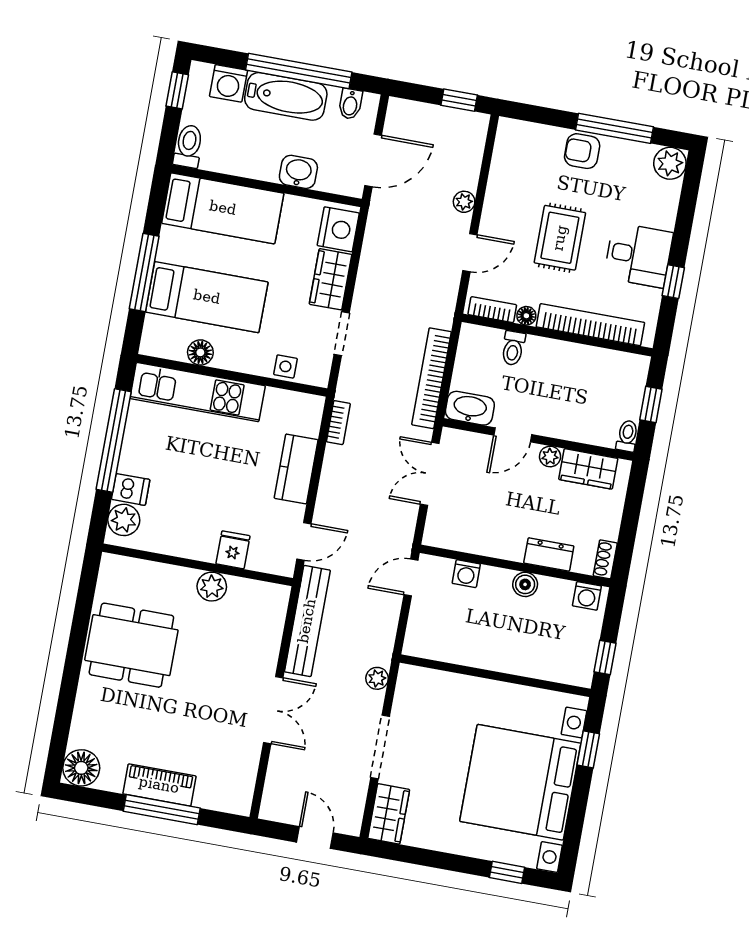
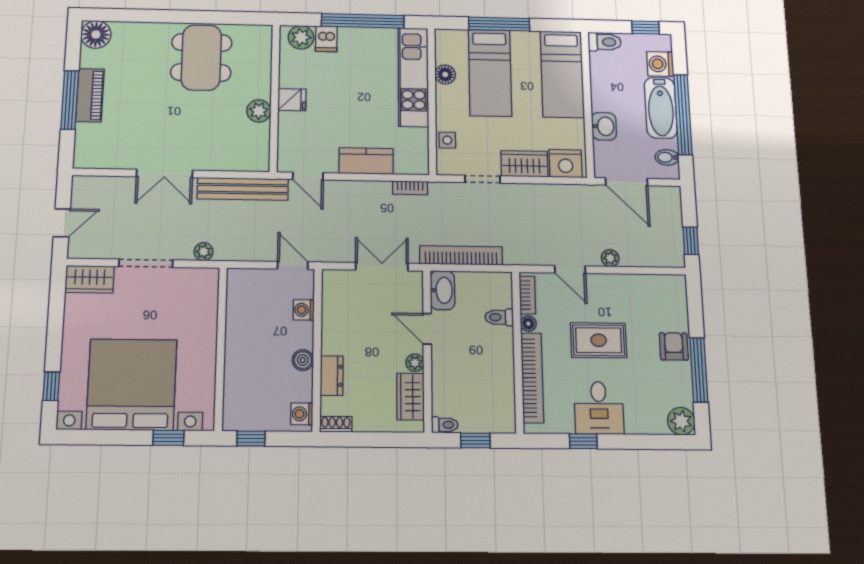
fridge: (233, 550) -> (292, 100), moved

